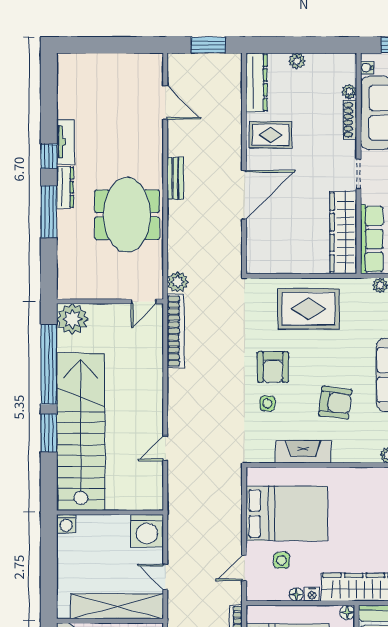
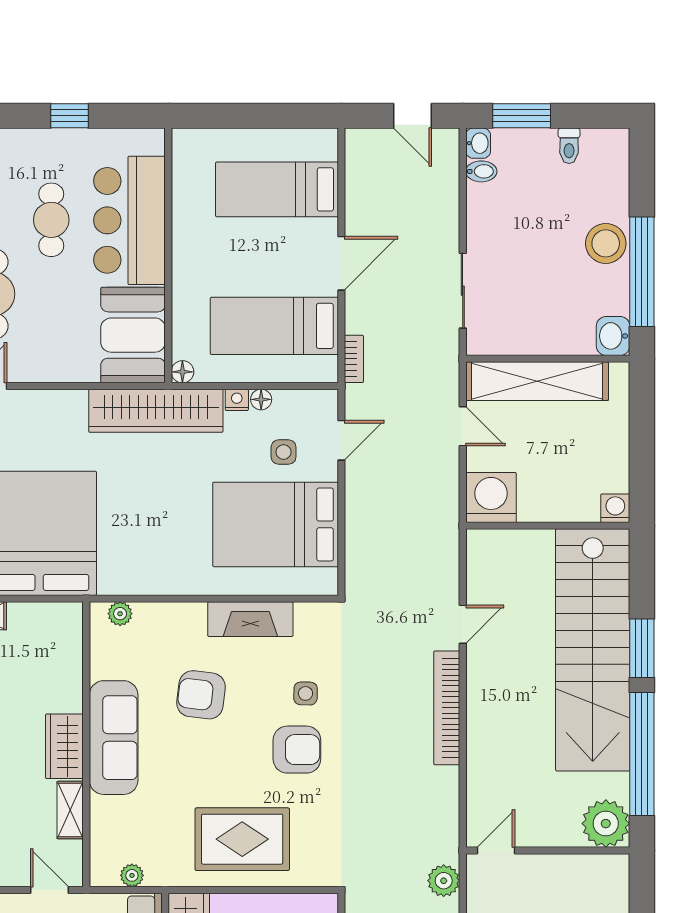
bookcase: (176, 331) -> (447, 708), moved
armchair: (273, 367) -> (297, 750), turned 90

